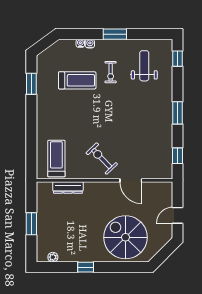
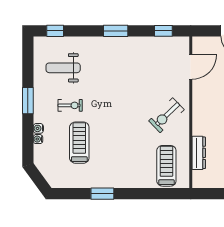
window: (31, 84) -> (102, 194), moved
treadmill: (56, 159) -> (166, 166), turned 90
door: (131, 180) -> (191, 67), moved

